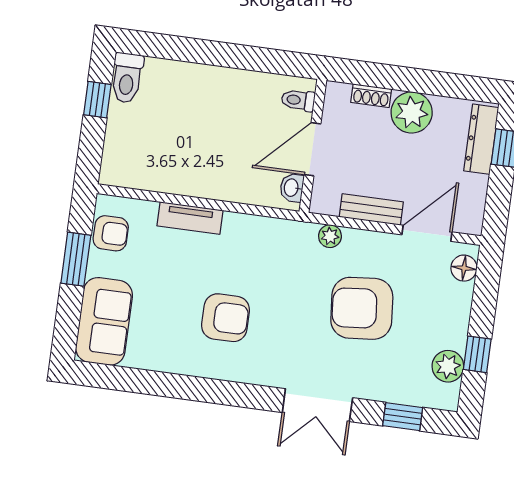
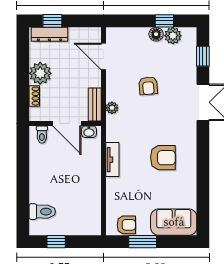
toilet: (127, 78) -> (42, 212), moved
bench: (371, 209) -> (95, 104), moved
tv unit: (190, 218) -> (112, 160), moved
armchair: (111, 233) -> (126, 225), turned 90
floor lamp: (464, 268) -> (156, 34), moved
armchair: (362, 308) -> (148, 86), width x0.53, depth x0.53
armchair: (226, 318) -> (163, 158), turned 90

